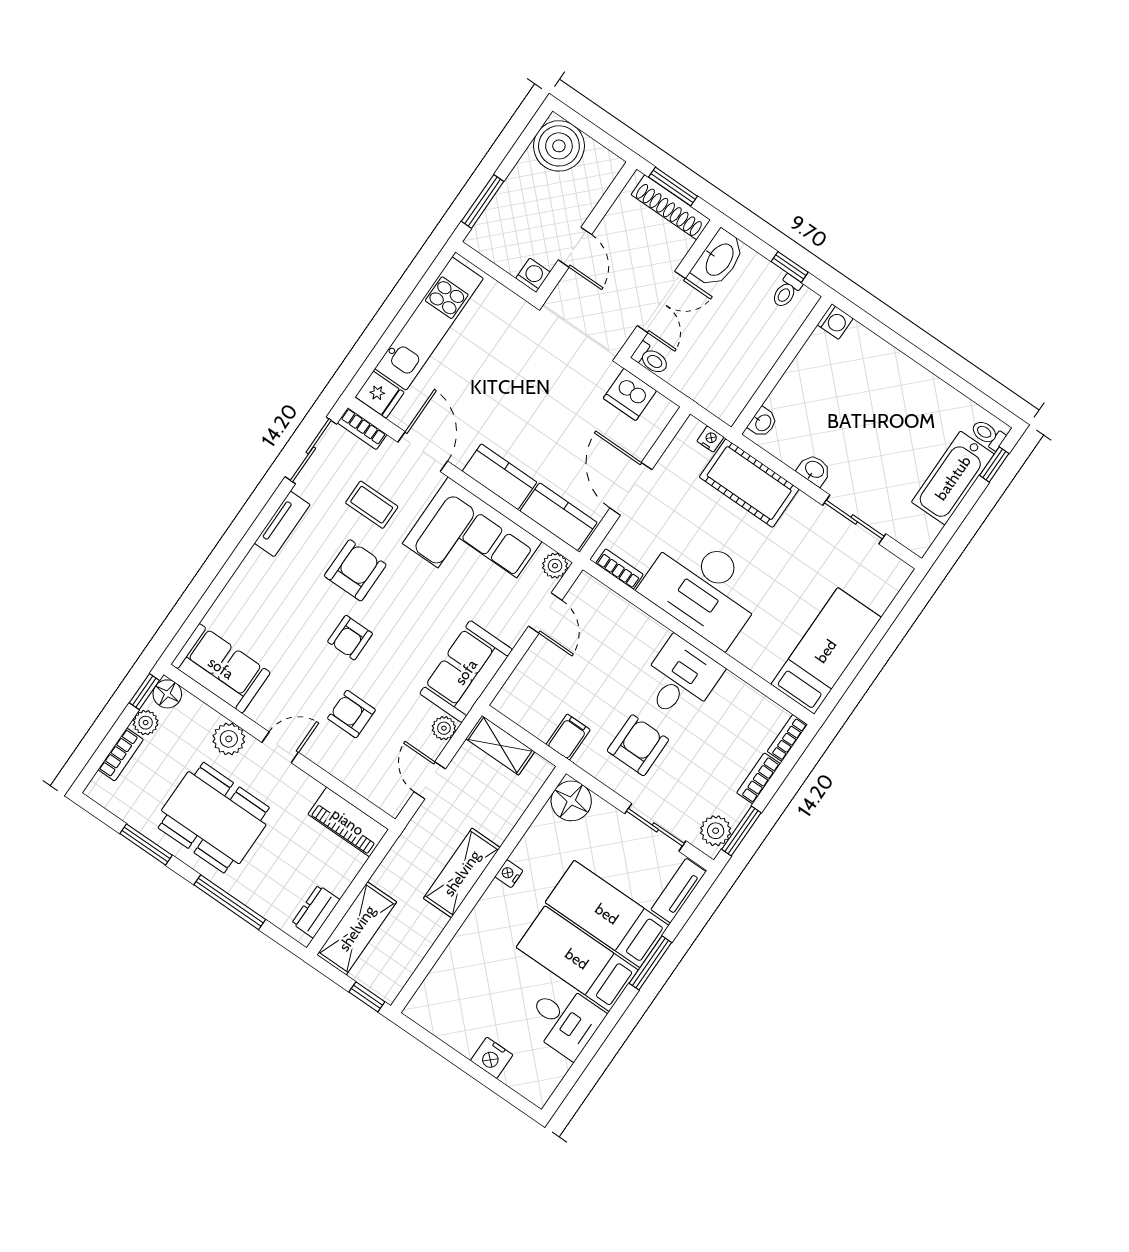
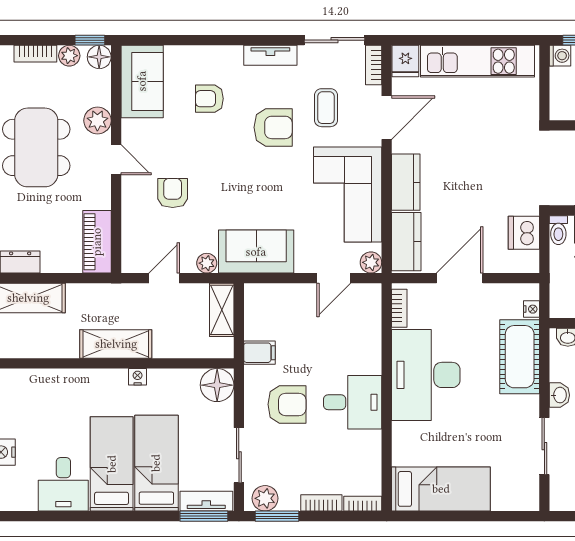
washing machine: (533, 275) -> (560, 56), moved
armchair: (350, 638) -> (209, 99), moved
window: (650, 963) -> (204, 516), moved

